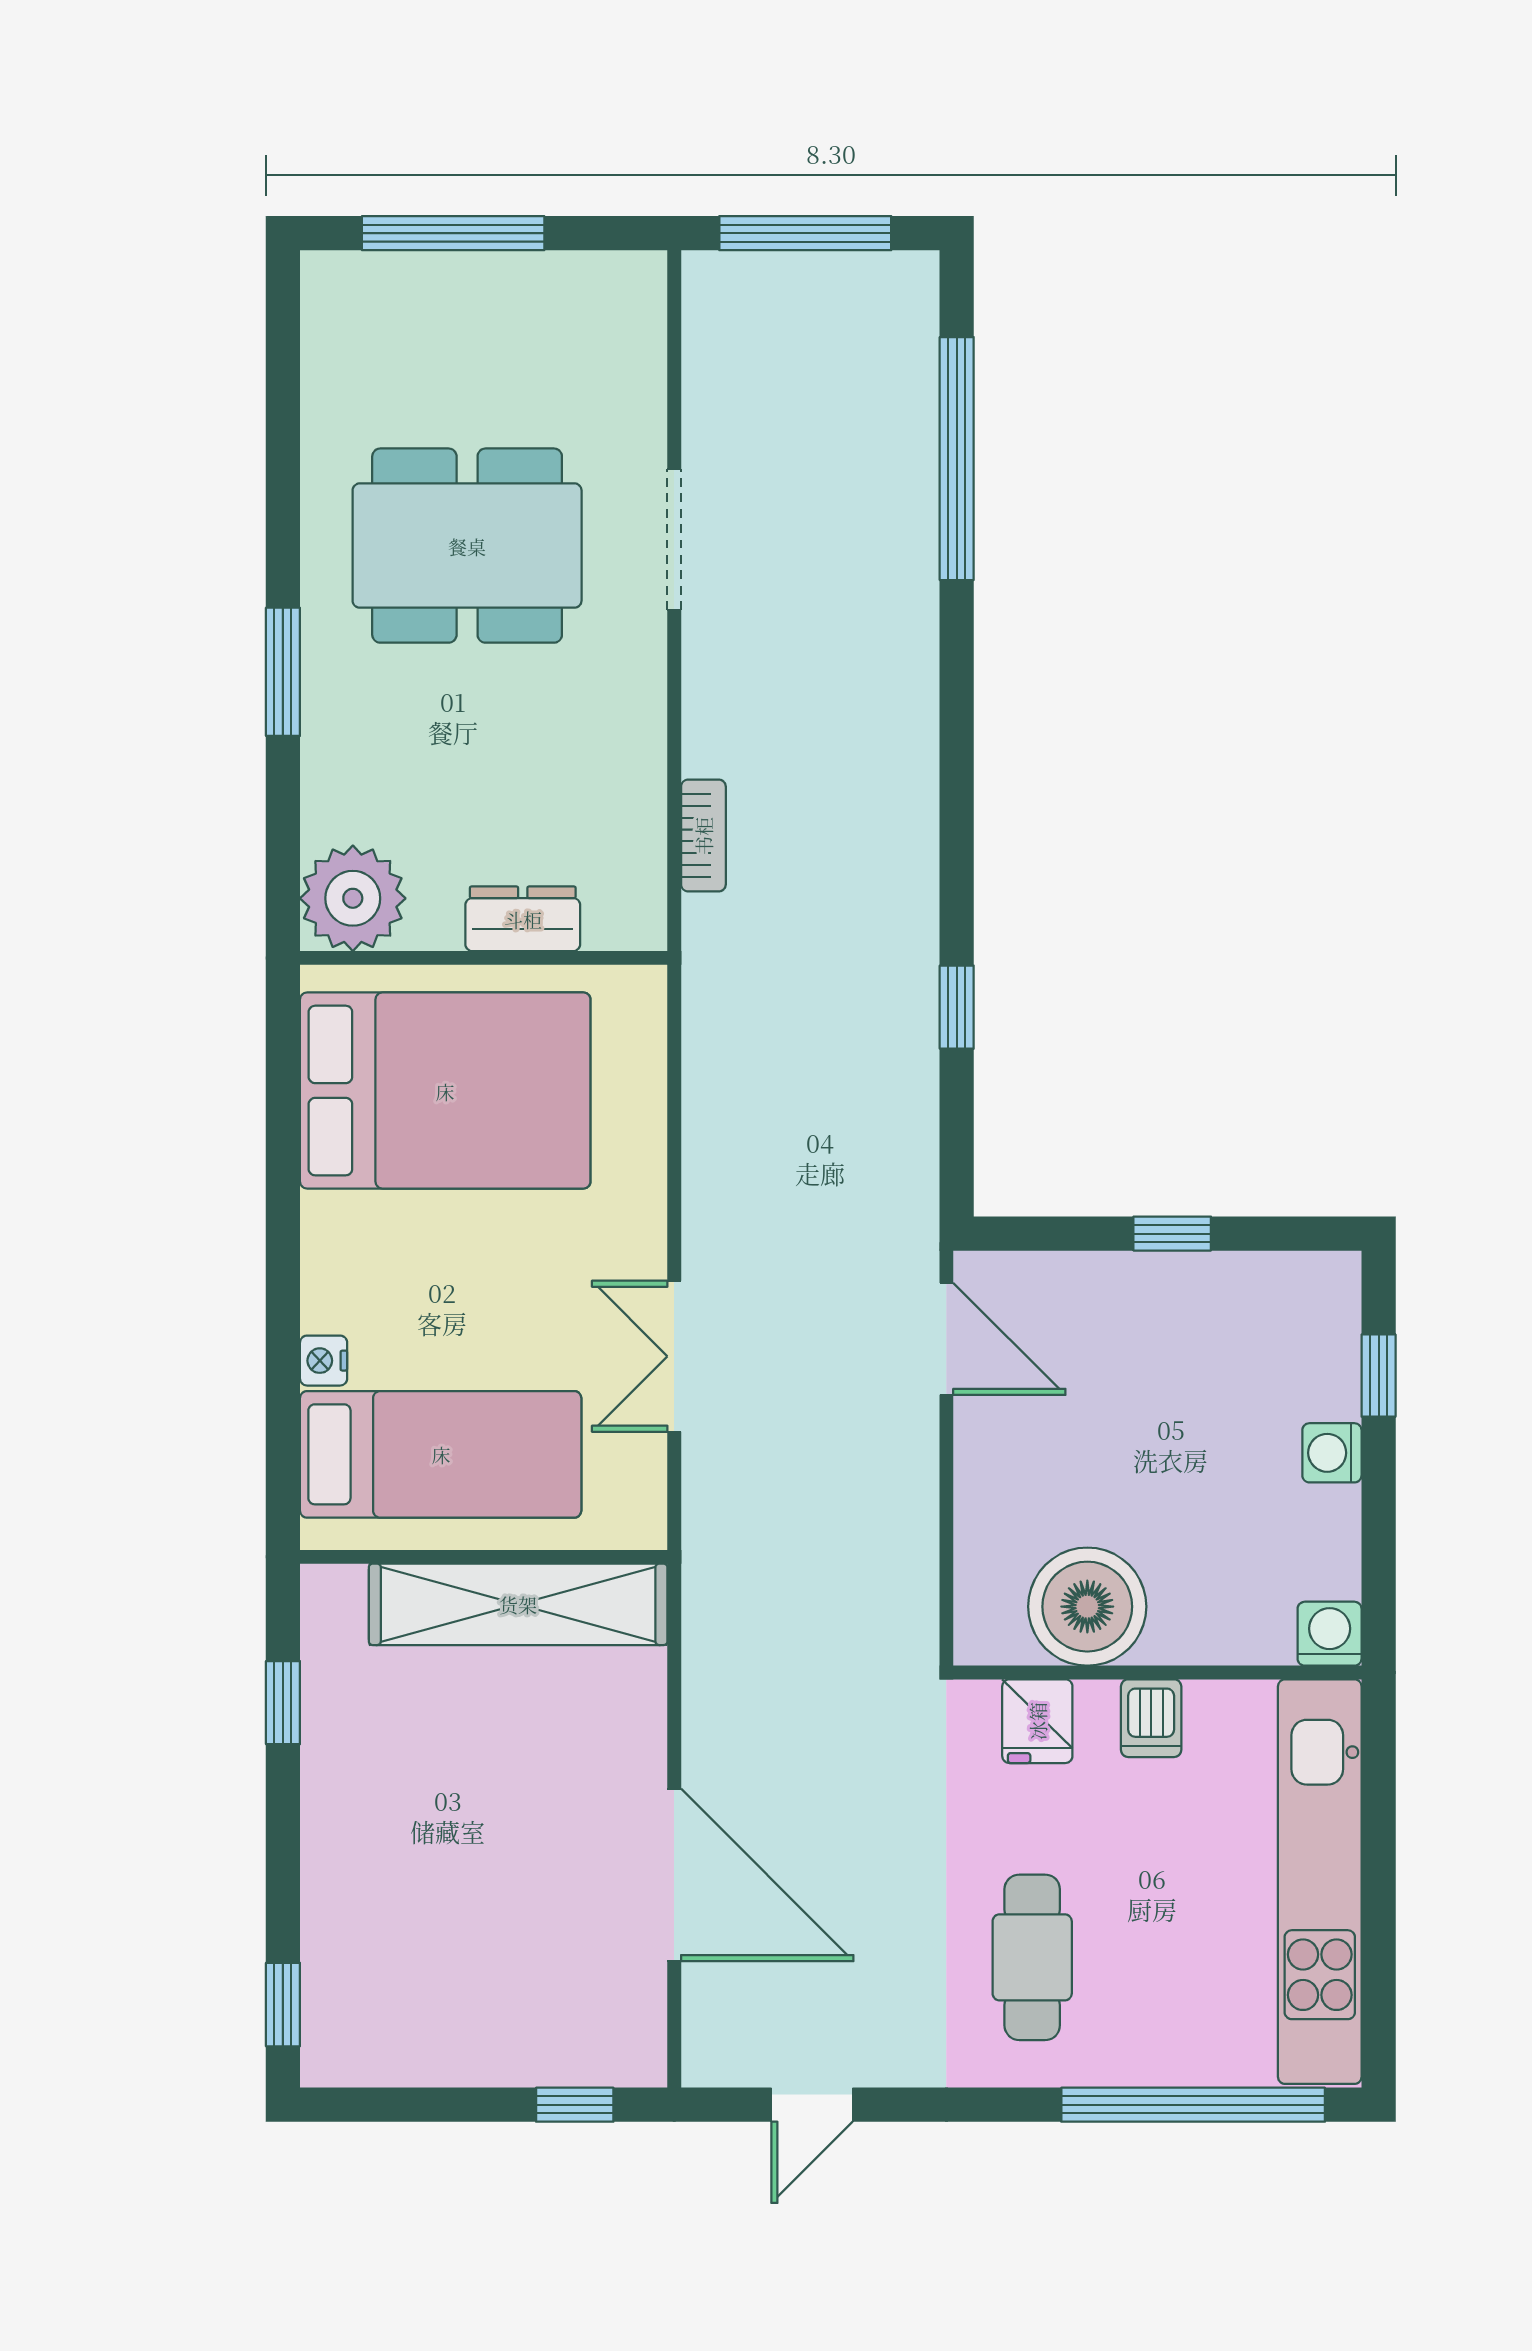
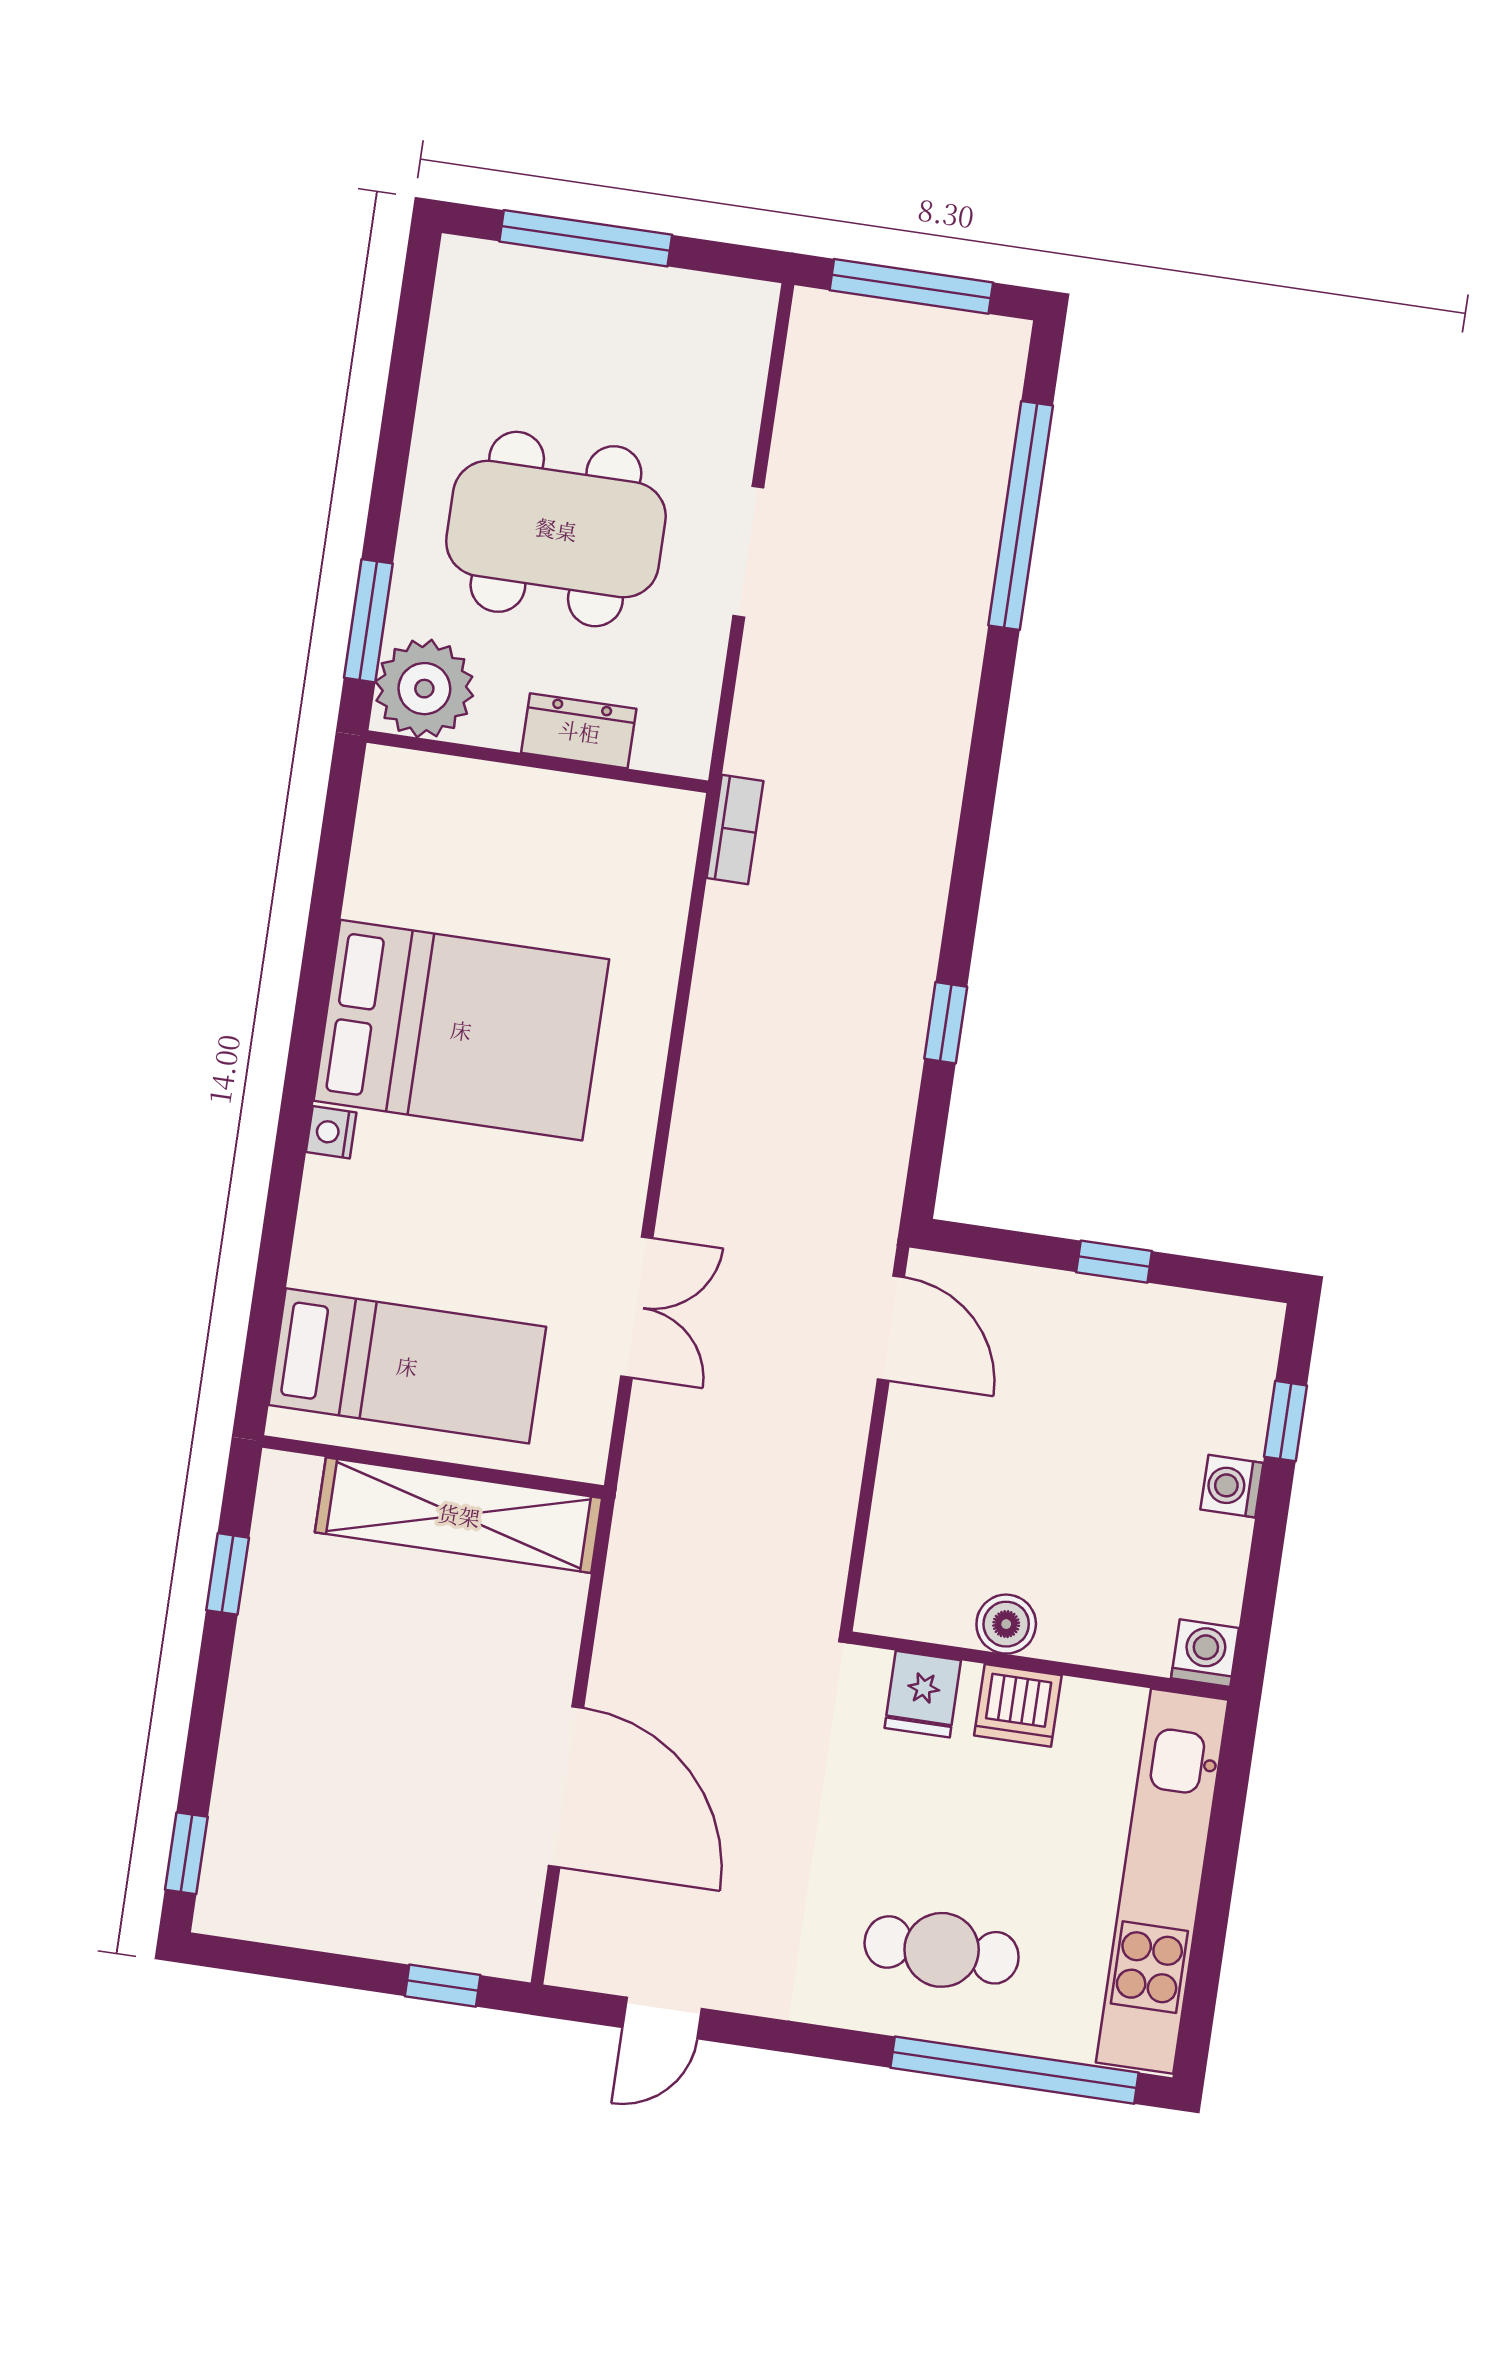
plant: (353, 898) -> (424, 689), moved
dresser: (523, 919) -> (579, 731), moved
wall: (484, 958) -> (537, 762), moved
double door: (674, 1356) -> (637, 1307), swing flipped
nightstand: (324, 1361) -> (331, 1132), moved
boiler: (1087, 1607) -> (1006, 1624), width x0.54, depth x0.54
dishwasher: (1151, 1718) -> (1018, 1705), width x1.38
cafe table: (1032, 1957) -> (942, 1950), moved, turned 90

